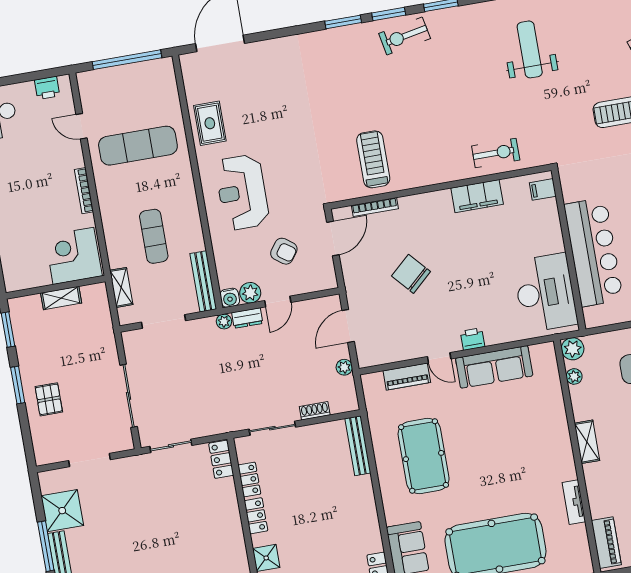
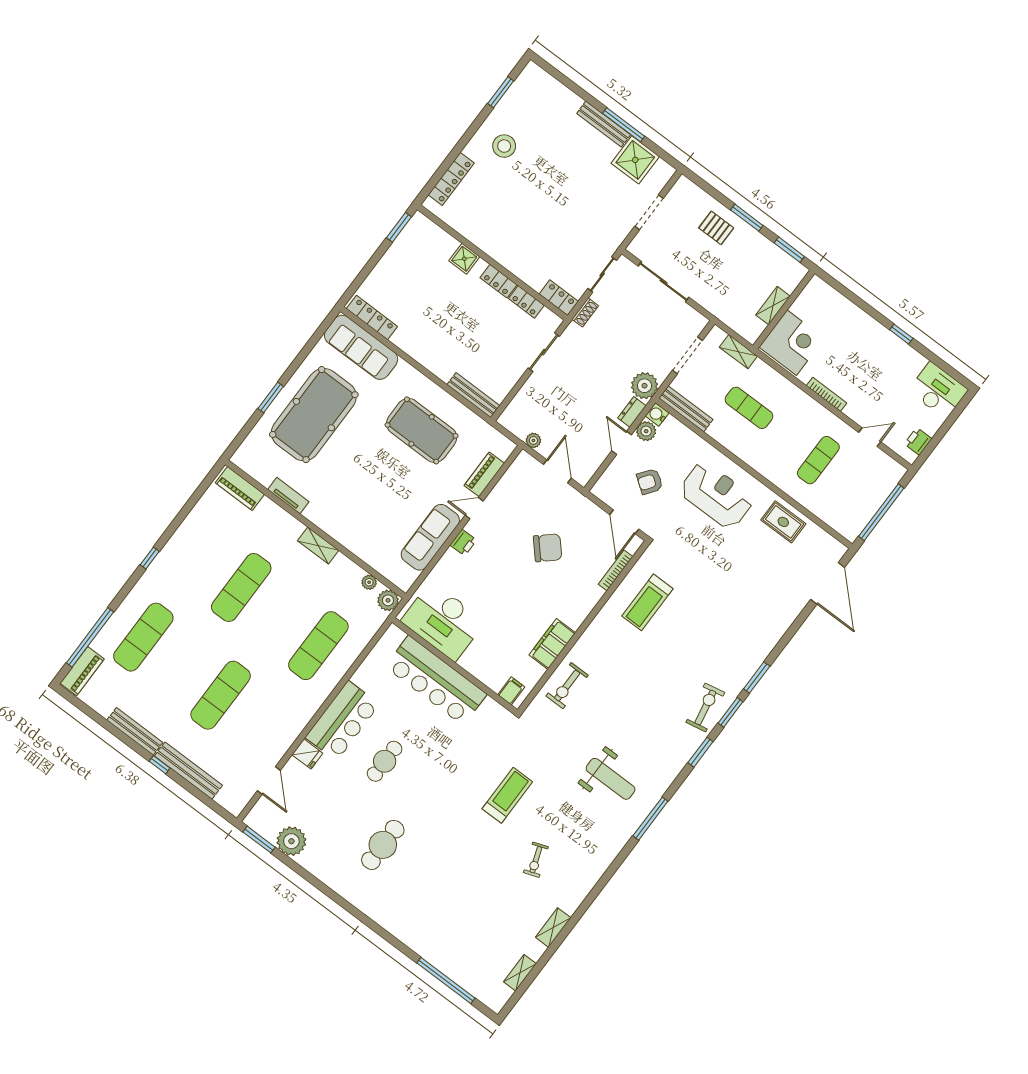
exercise mat: (138, 146) -> (818, 460), width x0.73, depth x0.69
treadmill: (373, 159) -> (647, 602), turned 90
plant: (224, 321) -> (644, 386), width x1.88, depth x1.88
shoe rack: (315, 411) -> (585, 312), moved

